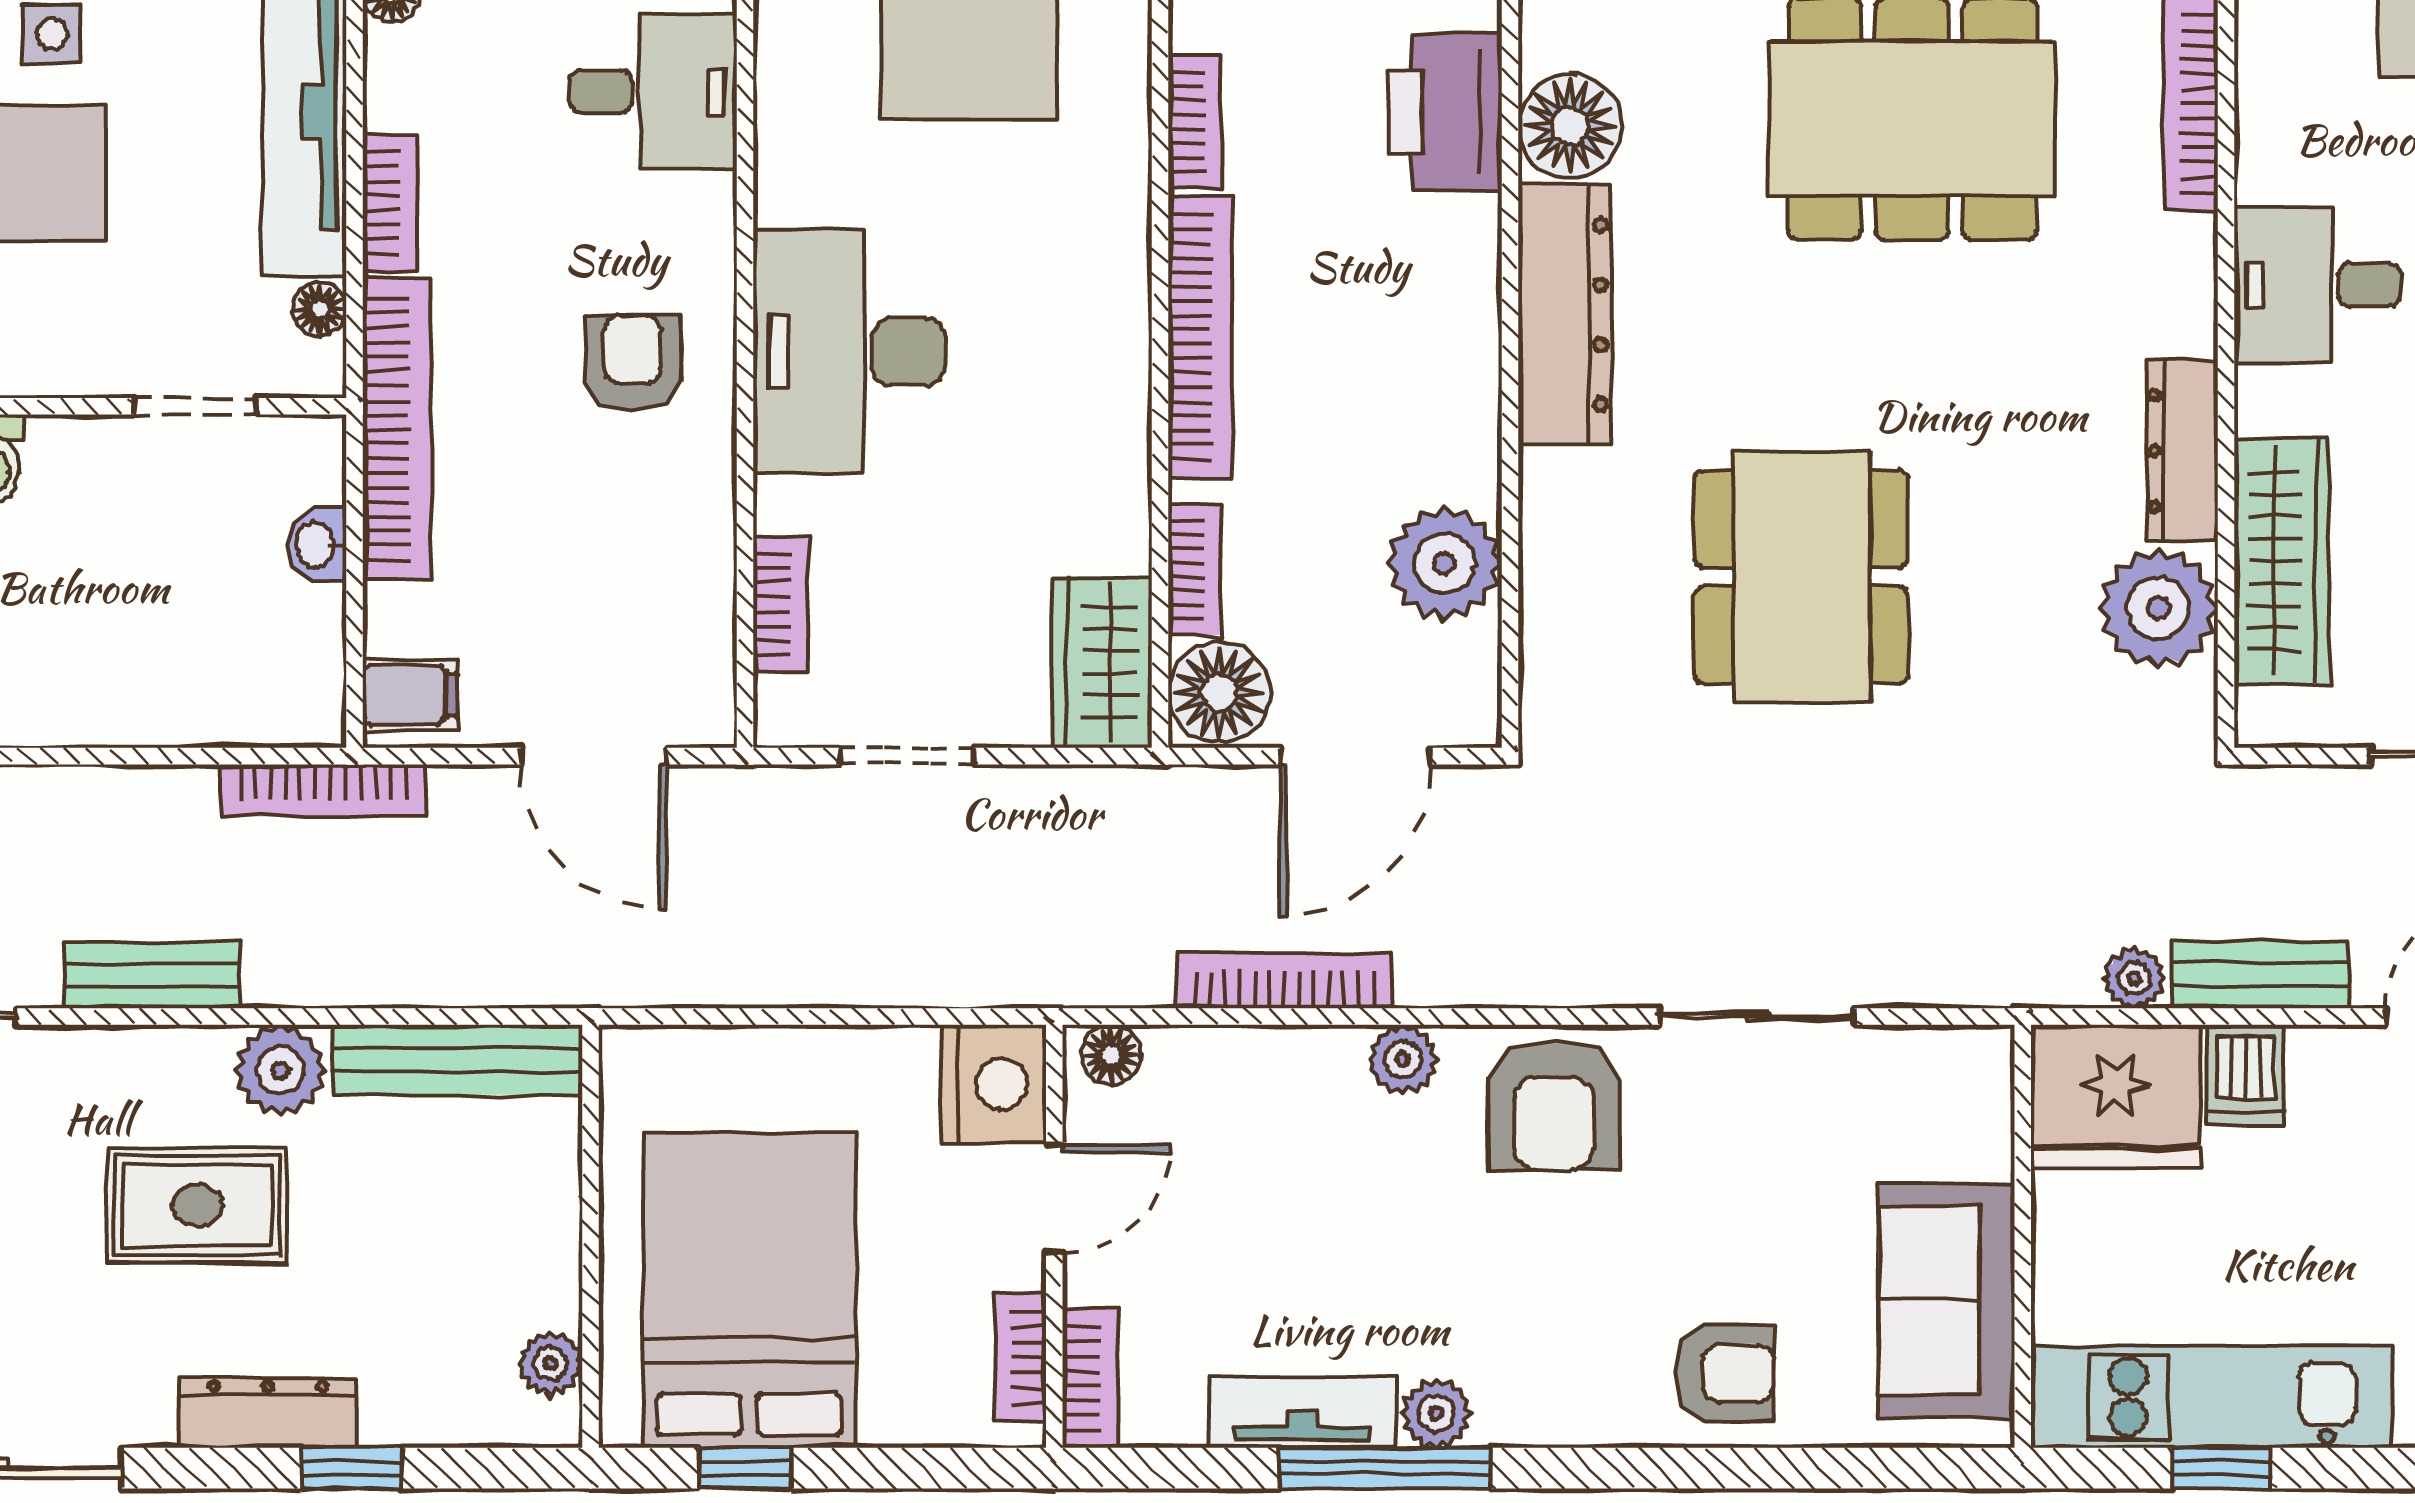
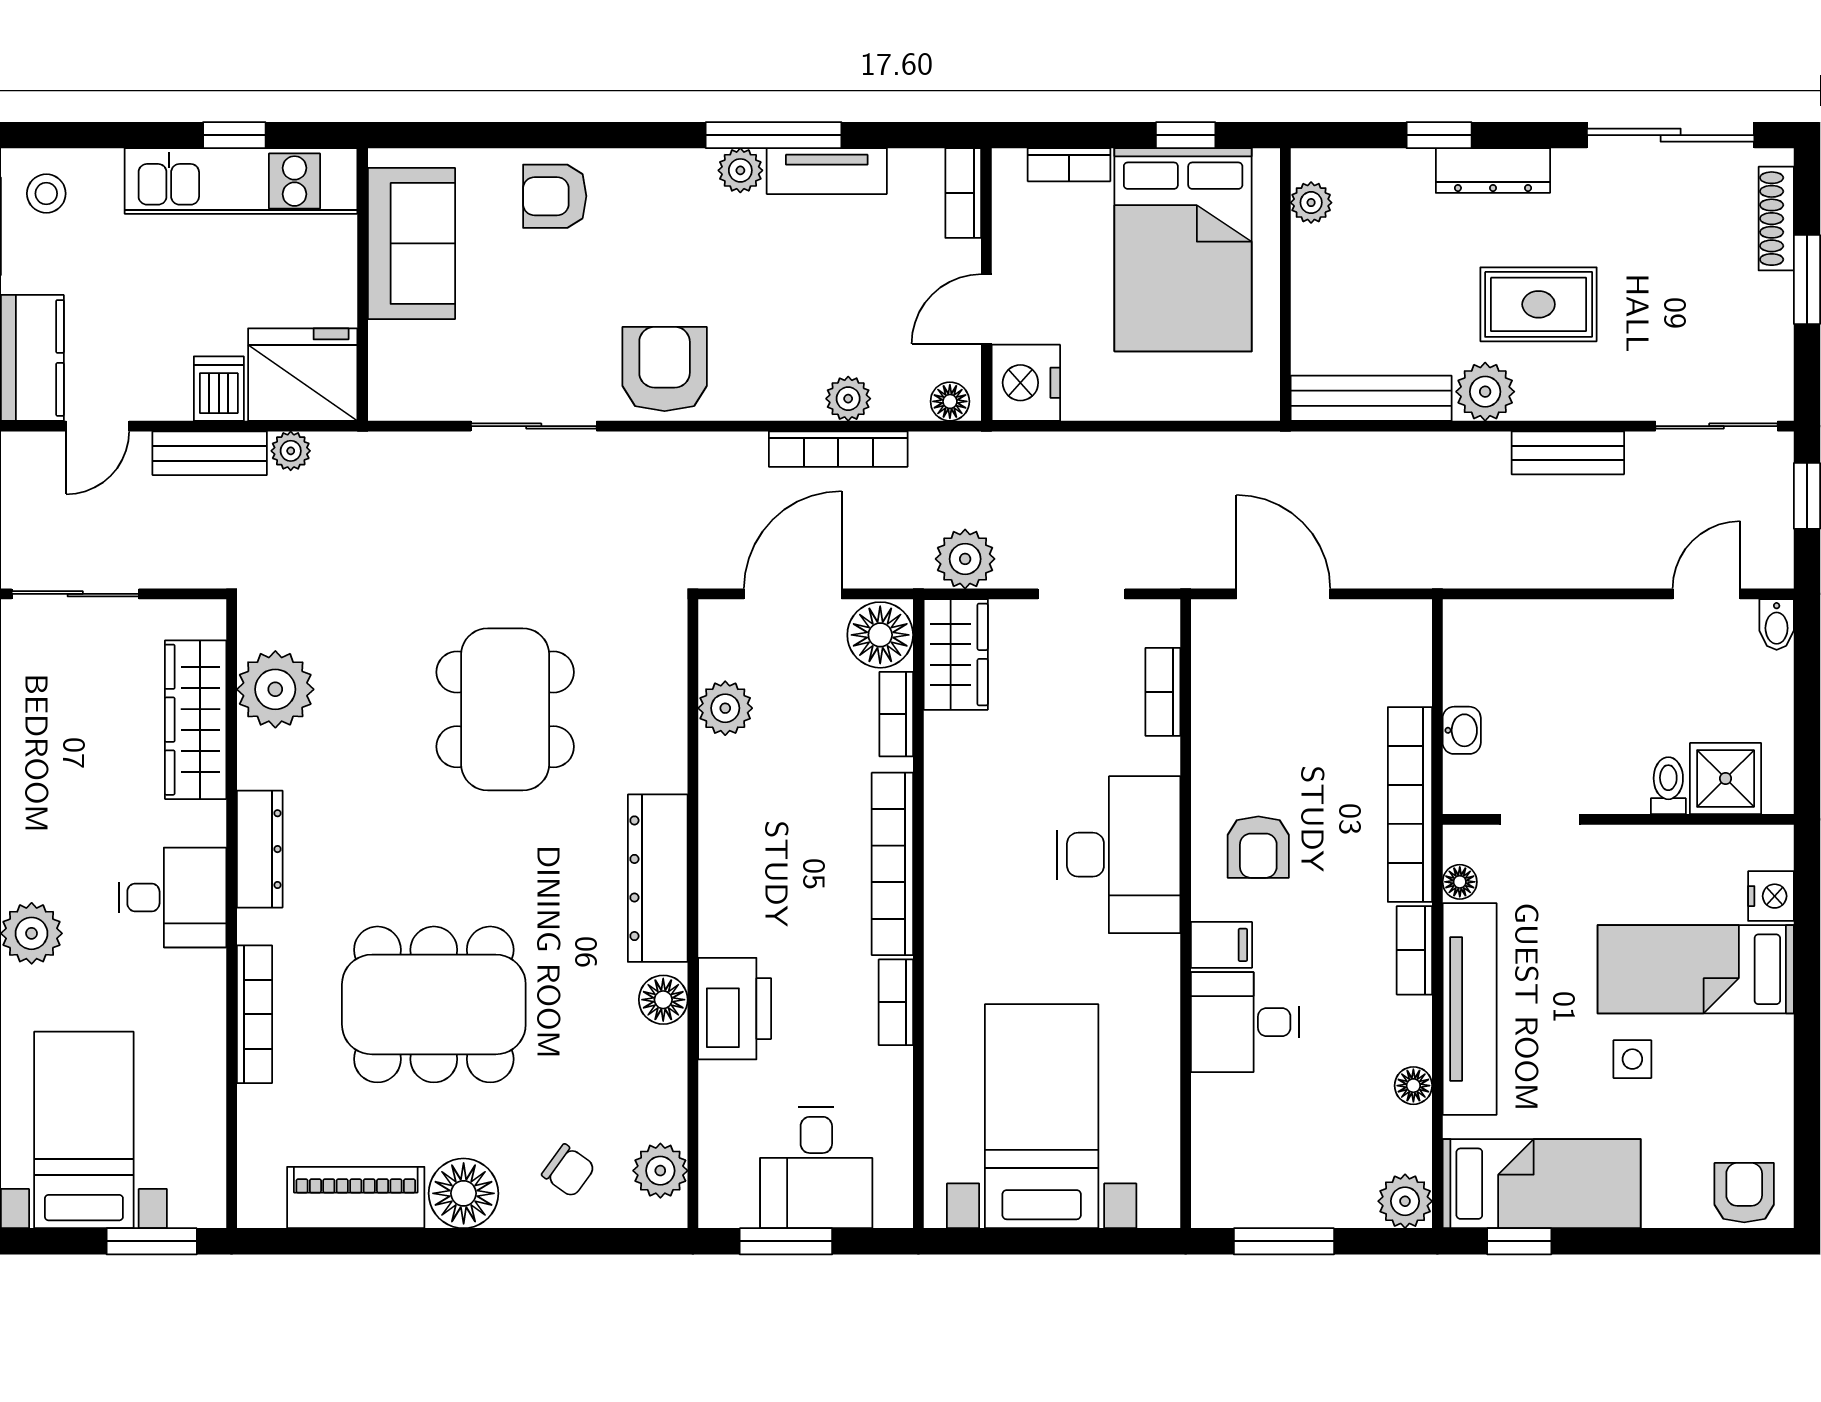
floor lamp: (1570, 126) -> (663, 1000), width x0.73, depth x0.73
dresser: (2182, 451) -> (260, 849), moved
plant: (1445, 563) -> (725, 708), width x0.73, depth x0.73
filing cabinet: (410, 695) -> (1221, 945), moved, turned 180
bookcase: (323, 790) -> (1457, 572), removed
plant: (1087, 810) -> (965, 559), added
plant: (1403, 1059) -> (848, 399), moved
bookcase: (1021, 1358) -> (1069, 165), moved, turned 90

